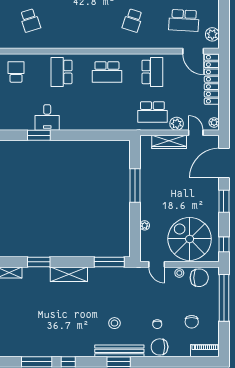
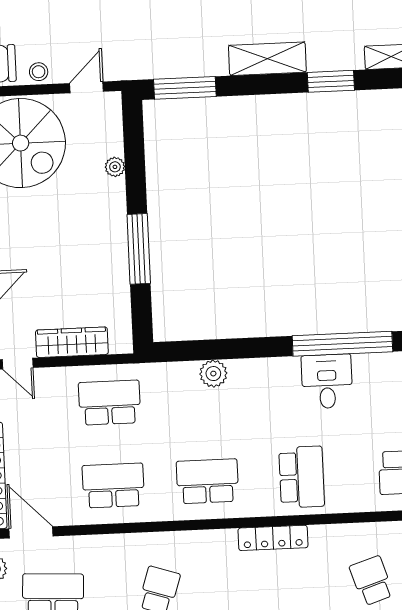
locker: (77, 43) -> (273, 538), added
school desk: (152, 72) -> (113, 485), turned 90
plant: (177, 124) -> (213, 374), moved
window: (39, 135) -> (342, 344), width x2.11
door: (157, 264) -> (86, 87), hinge flipped

